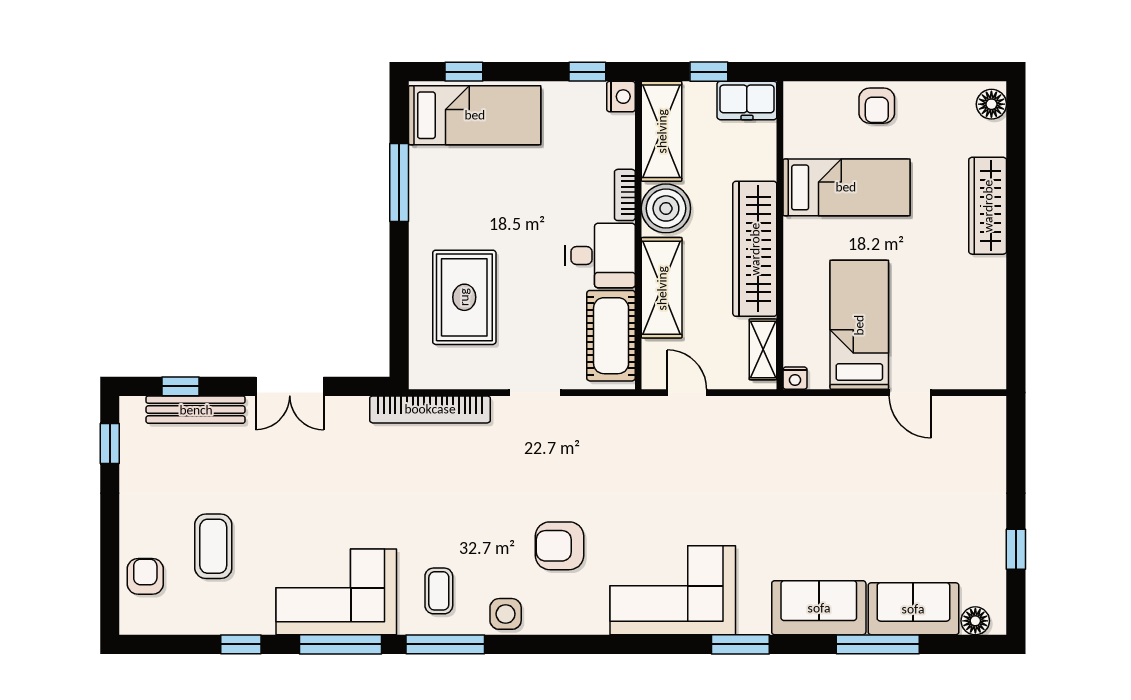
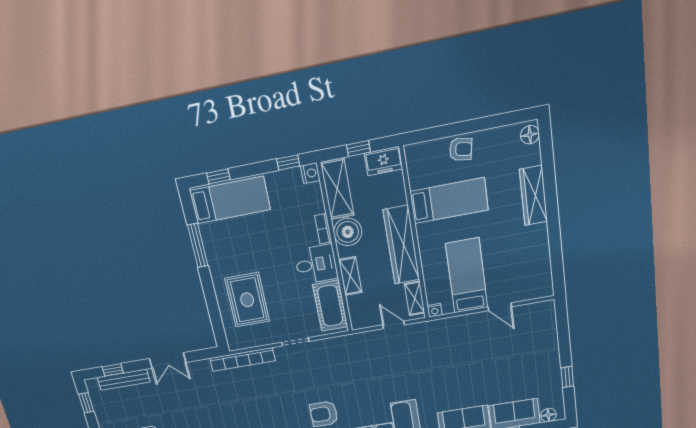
armchair: (877, 106) -> (461, 149), turned -80
shelving: (662, 288) -> (350, 276), width x0.67, depth x0.75
door: (687, 393) -> (394, 325), moved

